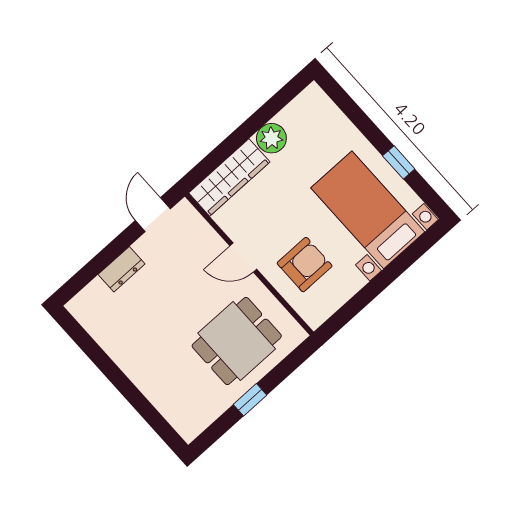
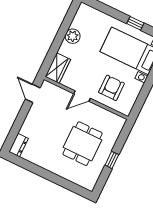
wardrobe: (229, 177) -> (58, 68), width x0.67
dresser: (122, 269) -> (19, 145), moved
dining table: (237, 341) -> (83, 144), moved

